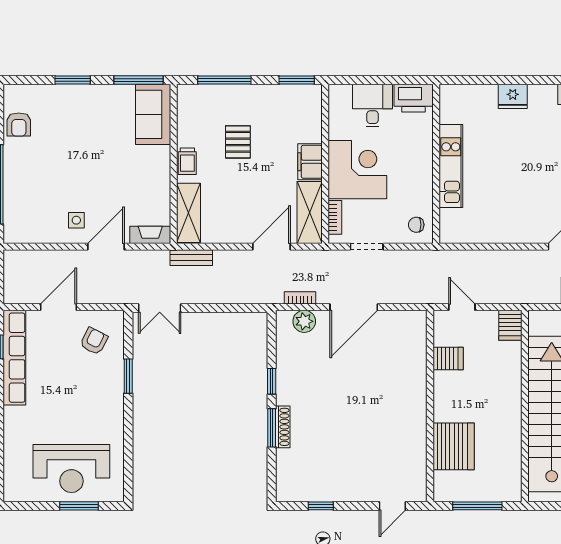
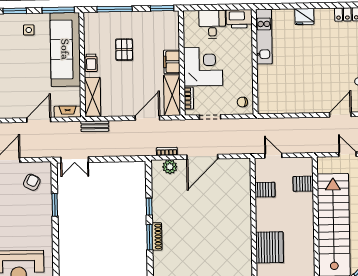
sofa: (153, 114) -> (65, 49), width x1.85, depth x1.27
kitchen unit: (451, 166) -> (264, 37), moved
side table: (76, 220) -> (29, 30), moved
server rack: (510, 325) -> (303, 184), moved, turned 90

